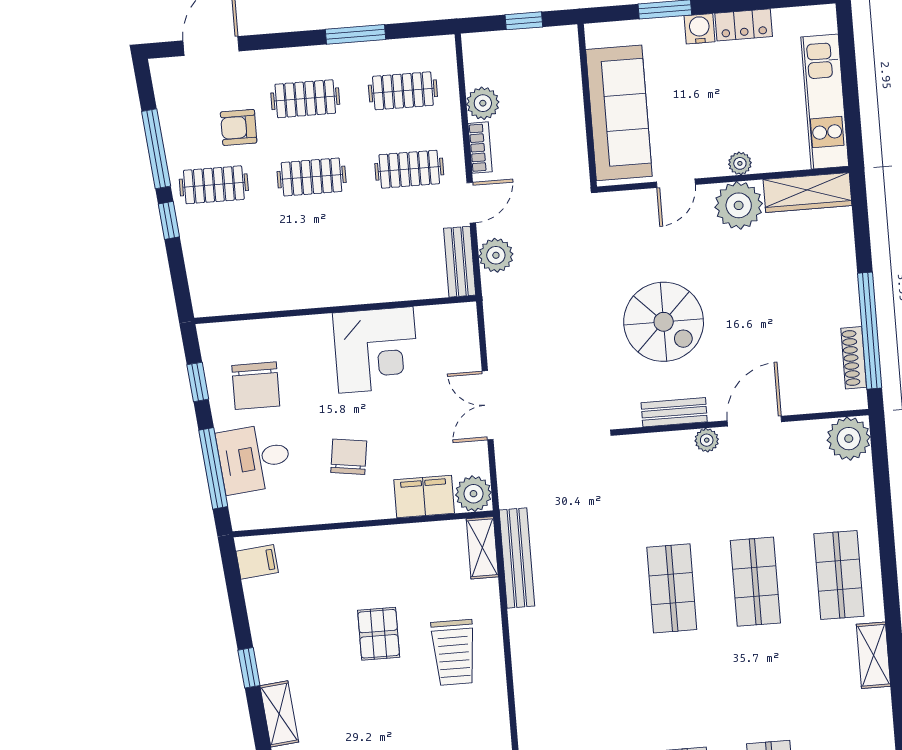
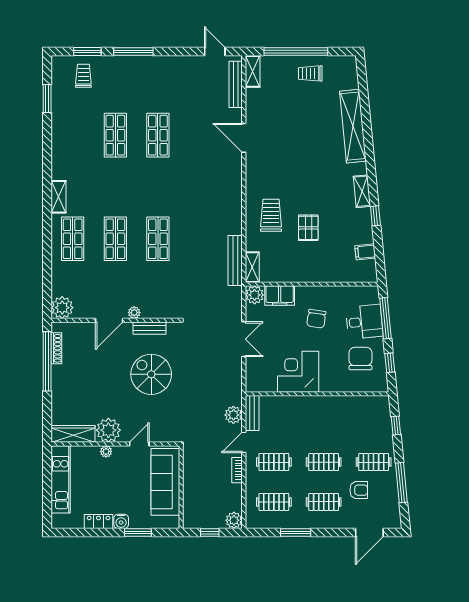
plant: (483, 103) -> (234, 520), moved
window: (169, 220) -> (396, 425), moved
filing cabinet: (257, 562) -> (365, 252), moved

